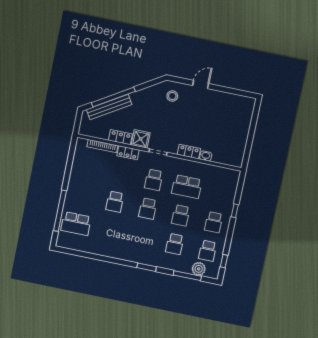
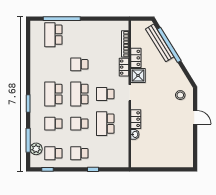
school desk: (148, 209) -> (79, 94), width x1.85
school desk: (142, 237) -> (53, 94), added

